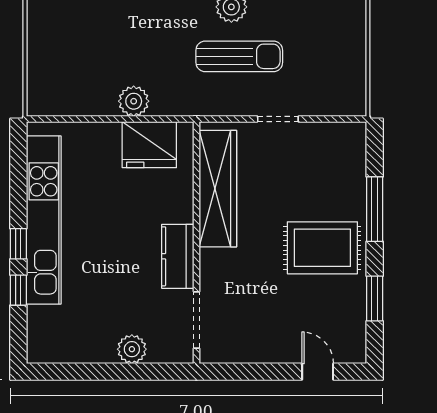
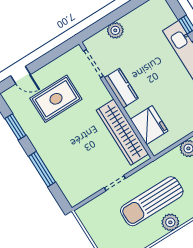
sun lounger: (239, 56) -> (152, 201), width x1.36, depth x1.34
fridge: (149, 145) -> (149, 125), moved, turned 90
rug: (322, 248) -> (56, 99), moved

